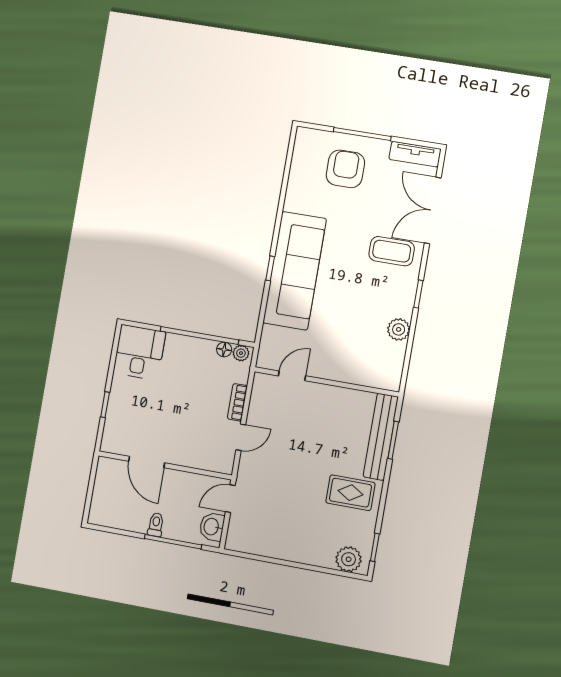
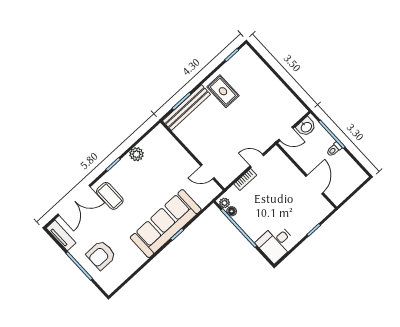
plant: (349, 559) -> (249, 59), removed

